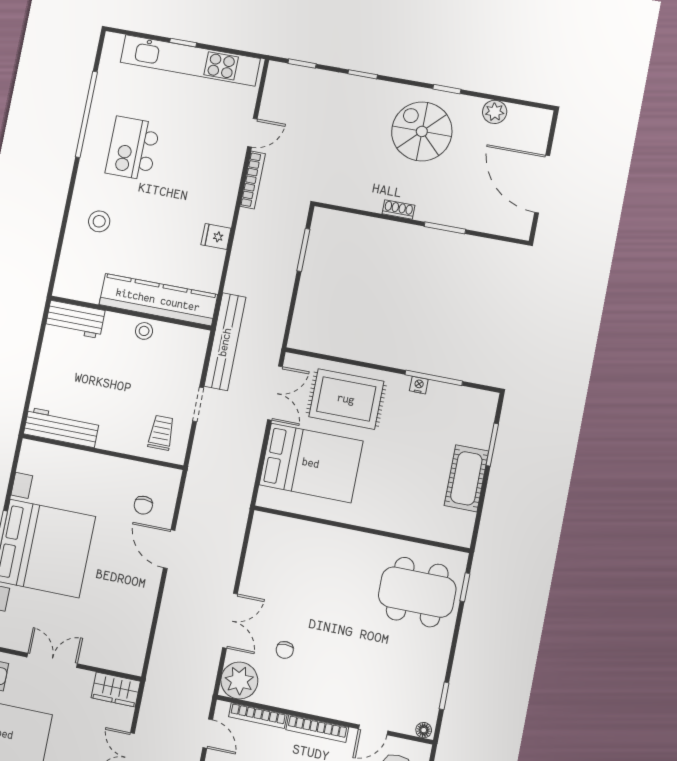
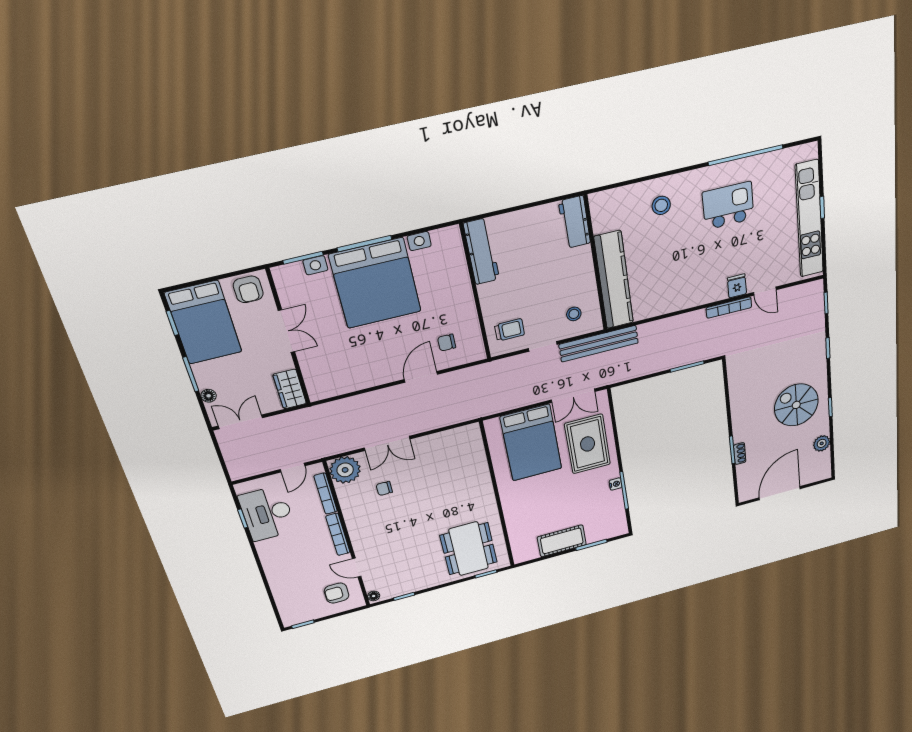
spiral stairs: (422, 131) -> (796, 405), turned -90
shoe rack: (398, 209) -> (740, 454), moved
fridge: (216, 236) -> (737, 286), moved
stool: (144, 331) -> (574, 314), moved

